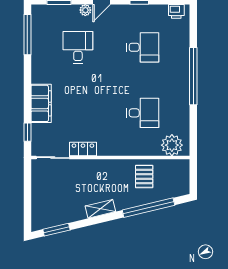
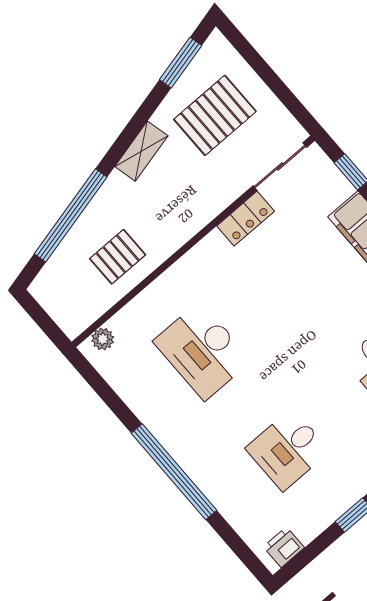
desk: (143, 113) -> (202, 351), width x1.37
plant: (172, 145) -> (103, 339), width x0.53, depth x0.53
pallet: (144, 176) -> (118, 257), turned 90
pallet: (61, 198) -> (215, 115), added

